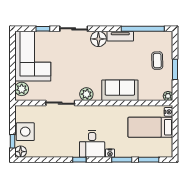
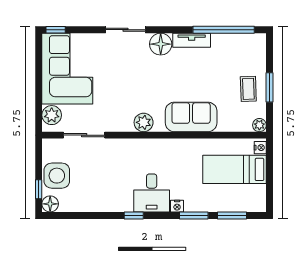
window: (43, 29) -> (56, 30), moved
coffee table: (157, 61) -> (248, 89), moved
sliding door: (60, 103) -> (84, 135), moved

